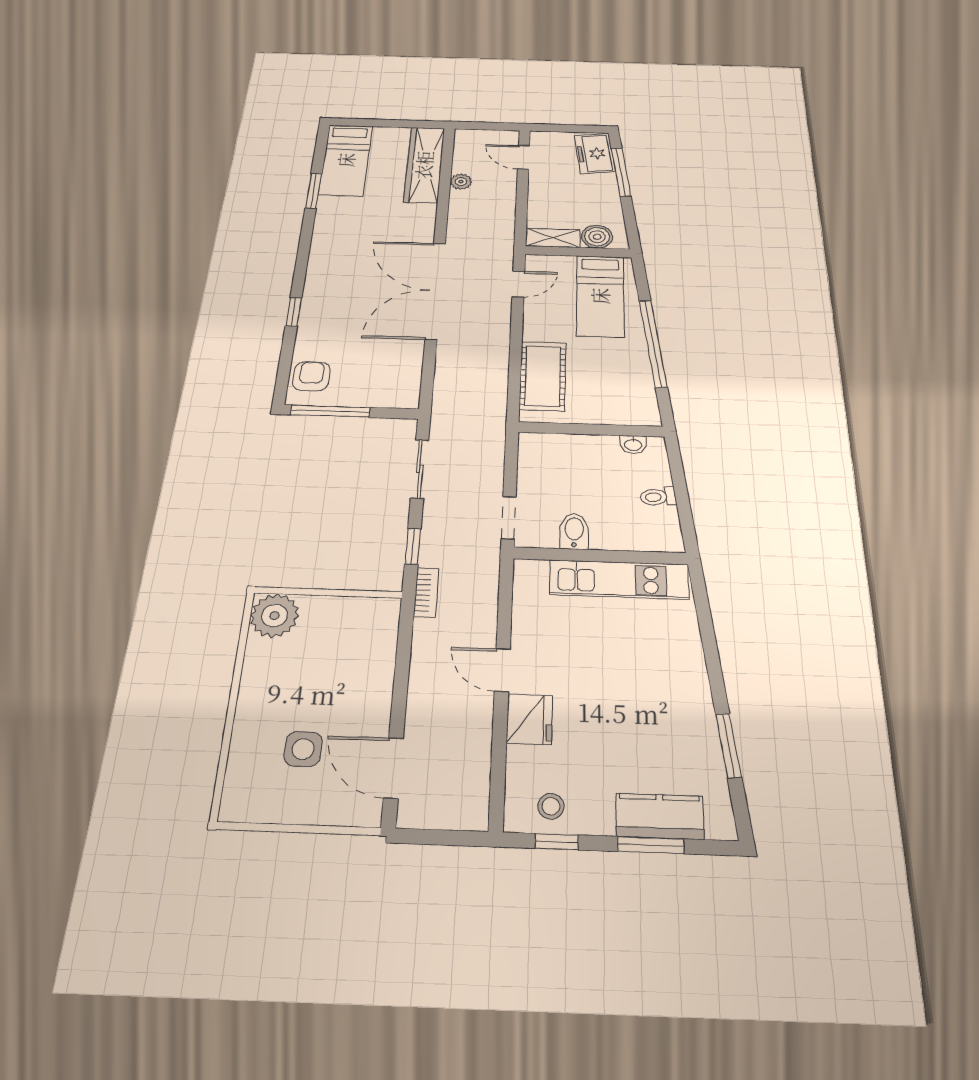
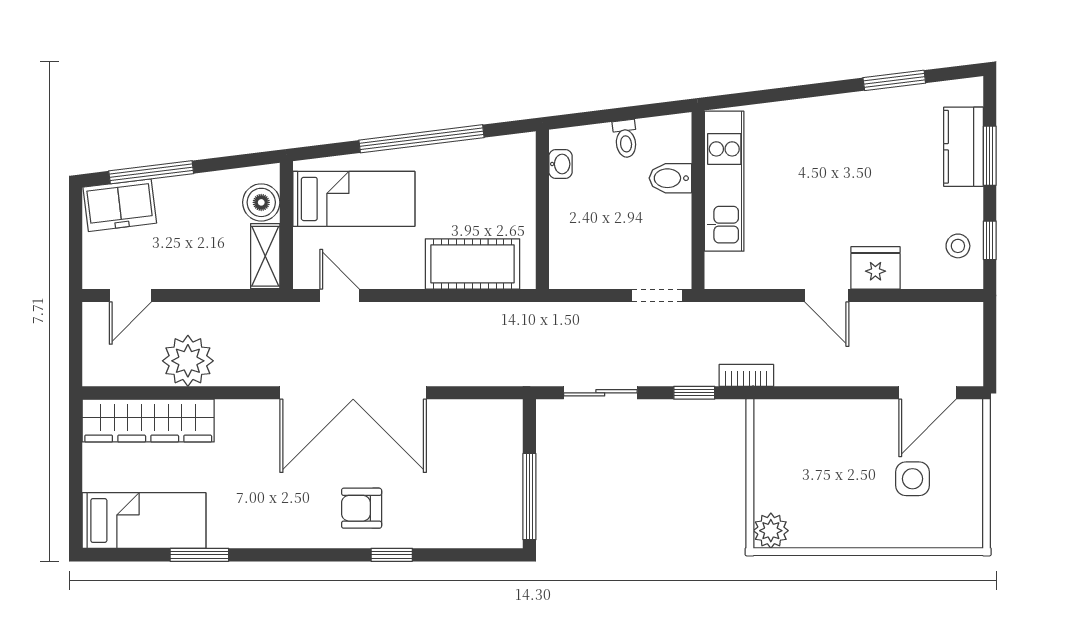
plant: (461, 182) -> (188, 361), width x1.87, depth x1.87
armchair: (311, 376) -> (362, 508), moved
bidet: (574, 531) -> (670, 178), moved
plant: (274, 616) -> (771, 531), width x0.73, depth x0.73
door: (502, 670) -> (827, 296), hinge flipped

